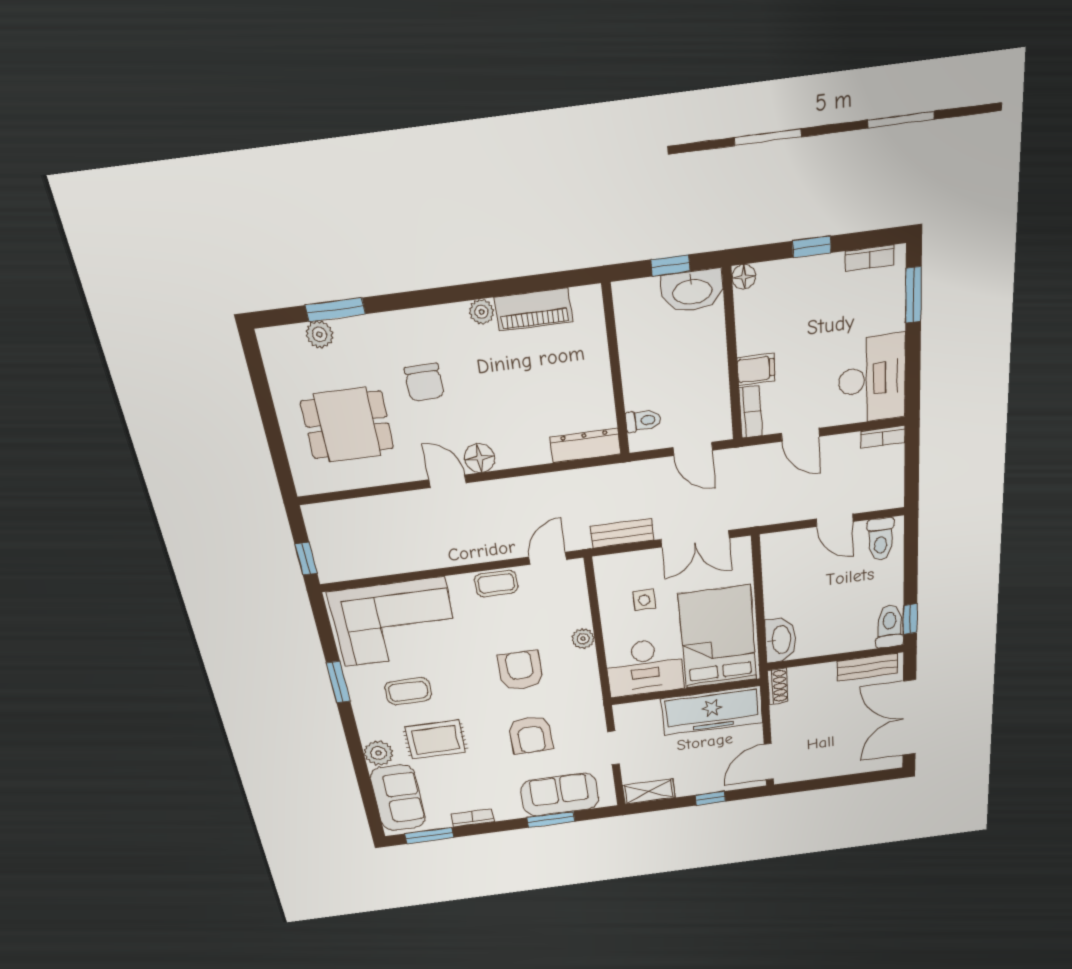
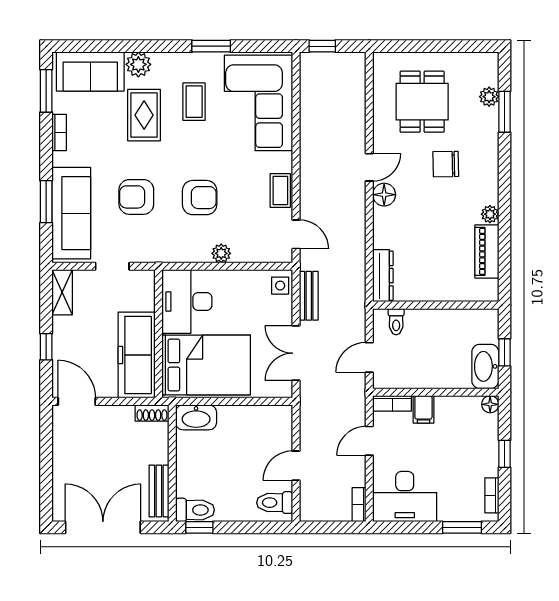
side table: (644, 600) -> (280, 286), moved
sofa: (560, 795) -> (71, 213), width x1.36

